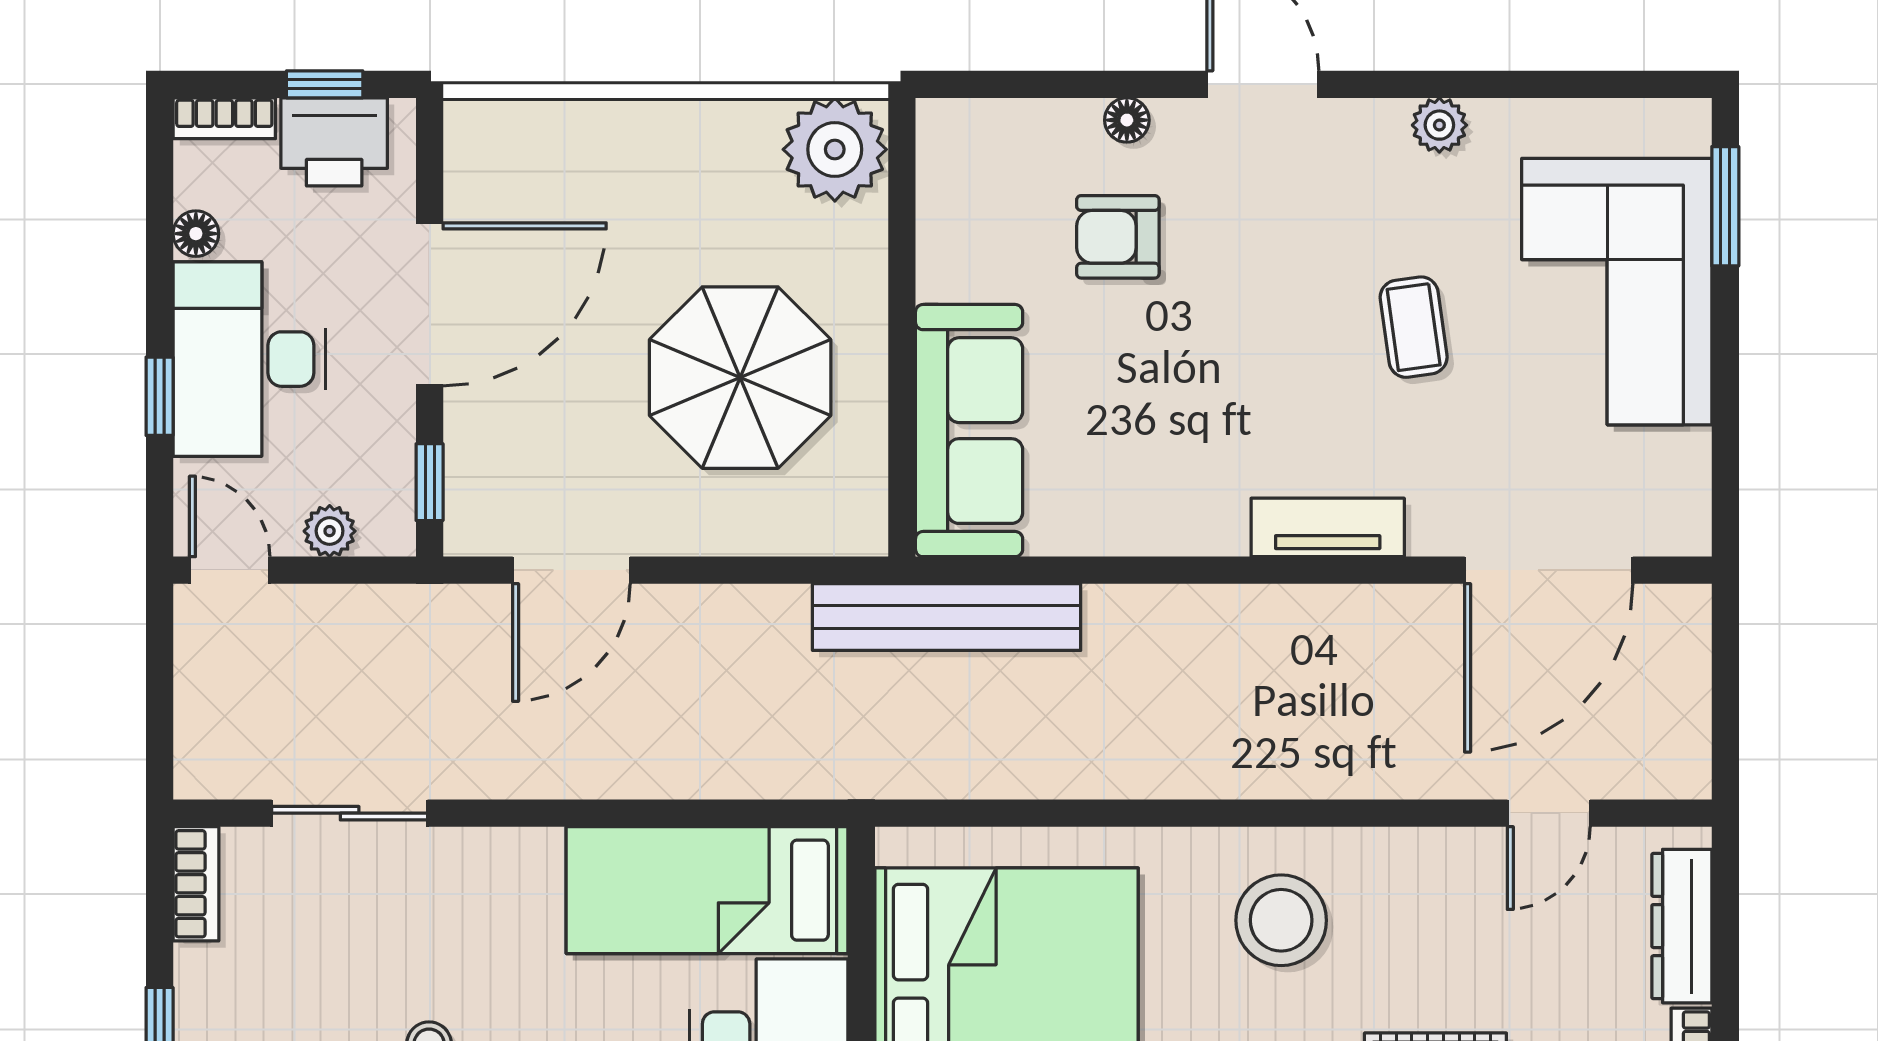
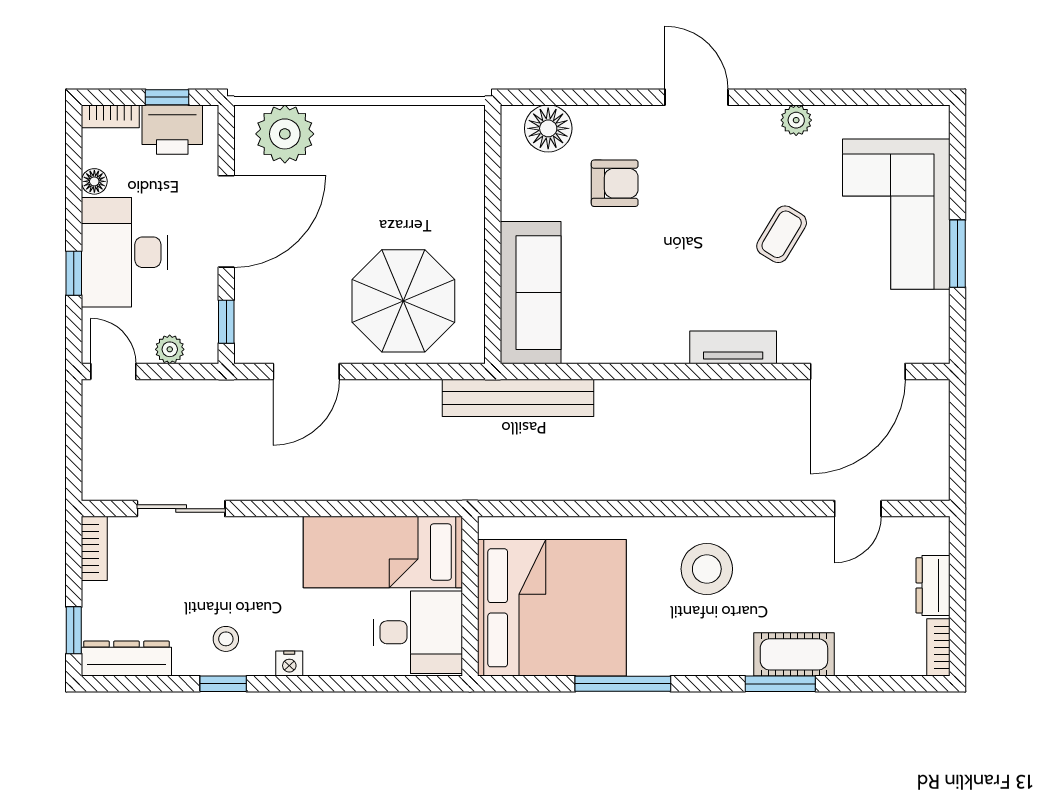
floor lamp: (1127, 120) -> (548, 128), moved, width x1.89, depth x1.89
plant: (835, 149) -> (285, 134), moved
window: (1725, 206) -> (958, 254), moved
armchair: (1118, 237) -> (615, 183), turned 180
coffee table: (1414, 327) -> (782, 234), turned 39
parasol: (740, 378) -> (403, 301), moved
dresser: (1682, 926) -> (933, 585), width x0.70

